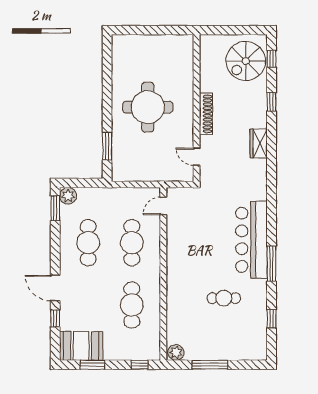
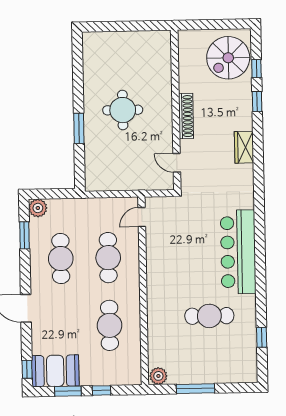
window: (272, 59) -> (256, 69), moved
round table: (148, 107) -> (123, 110), width x0.73, depth x0.73
window: (107, 146) -> (79, 128), moved
window: (55, 208) -> (24, 235), moved
window: (272, 264) -> (260, 277), removed
cafe table: (224, 298) -> (209, 316), width x1.37, depth x1.35
window: (55, 318) -> (27, 369), moved
window: (140, 365) -> (101, 390), moved

